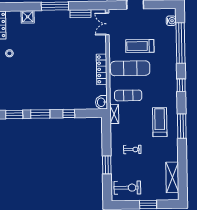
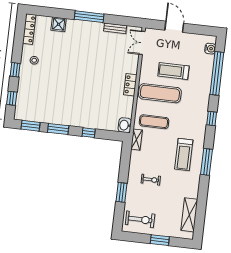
locker: (102, 69) -> (130, 85), width x0.66
treadmill: (160, 122) -> (184, 154), turned 180

